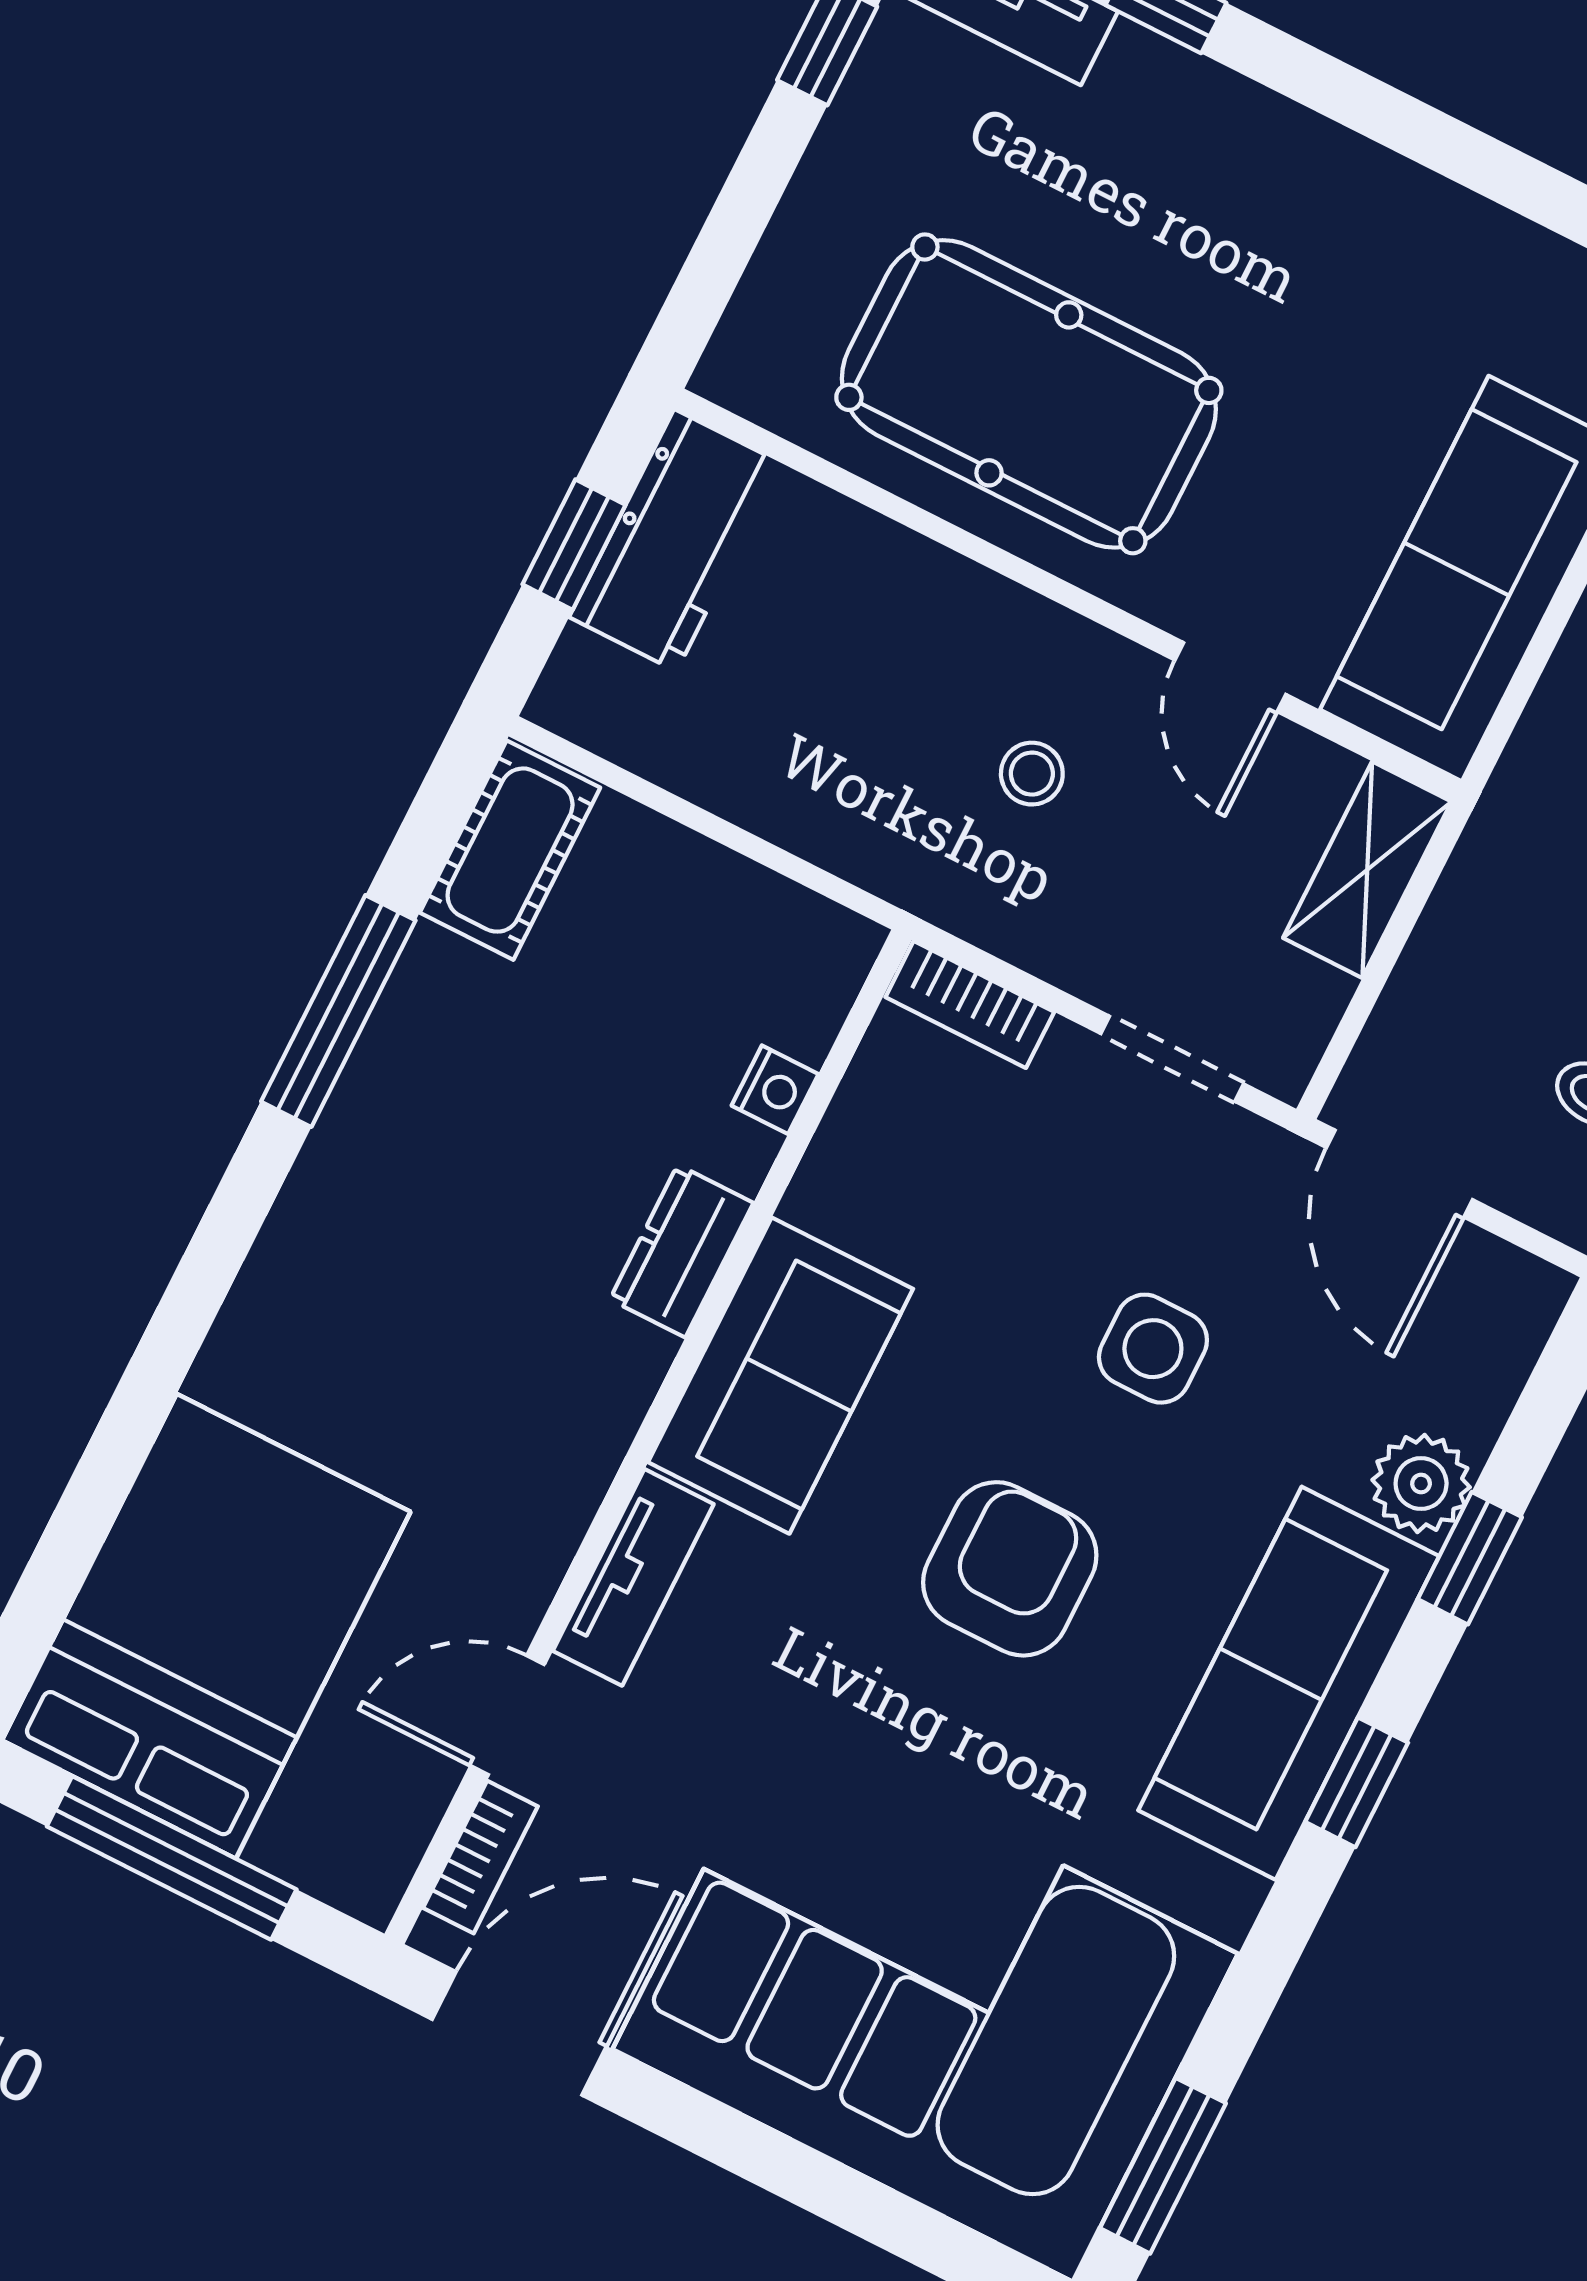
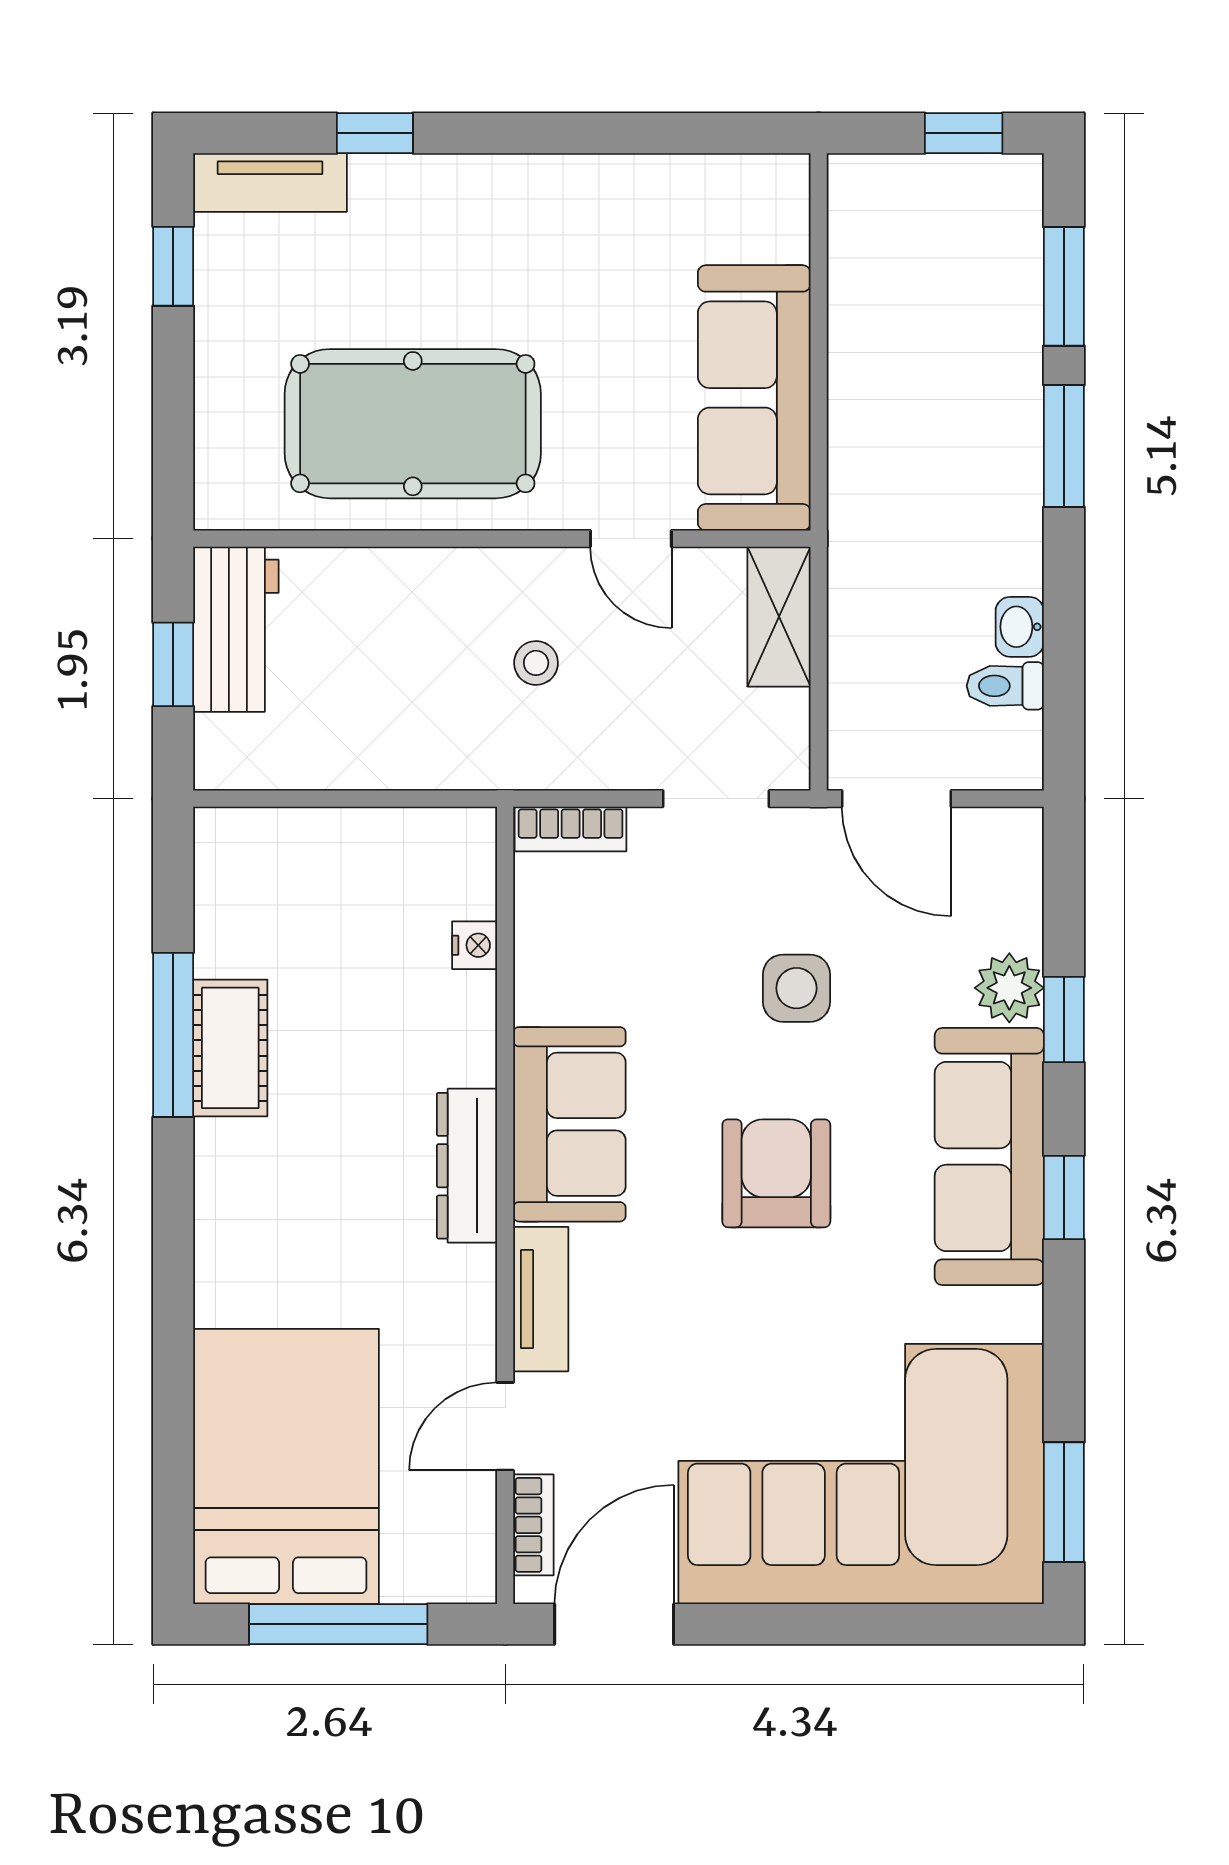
cot: (510, 850) -> (230, 1048), moved
dresser: (682, 1251) -> (467, 1166), moved, width x1.44

